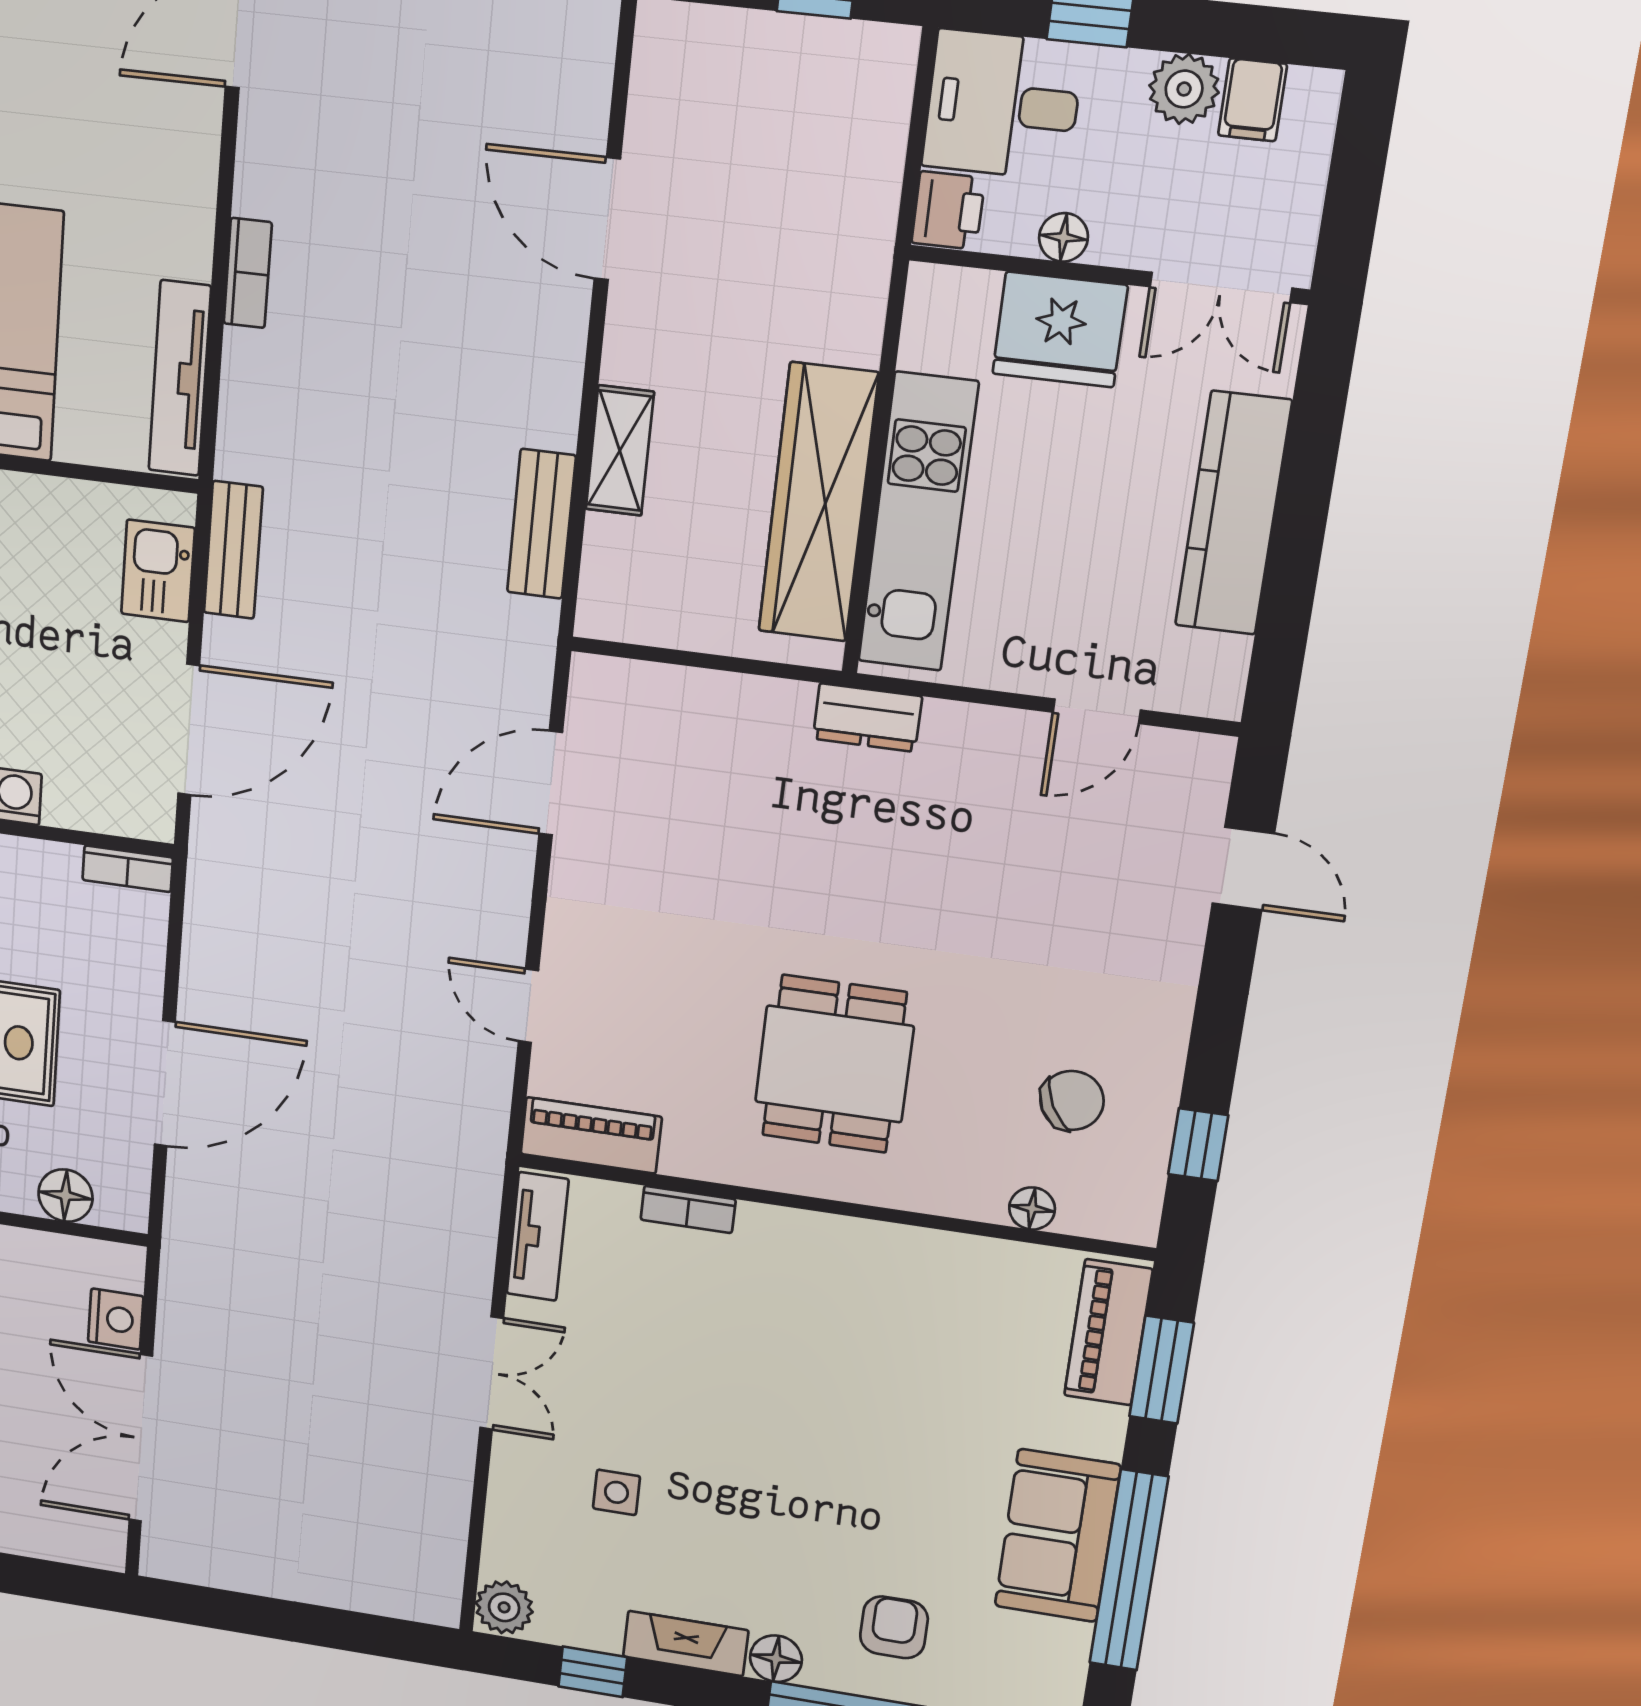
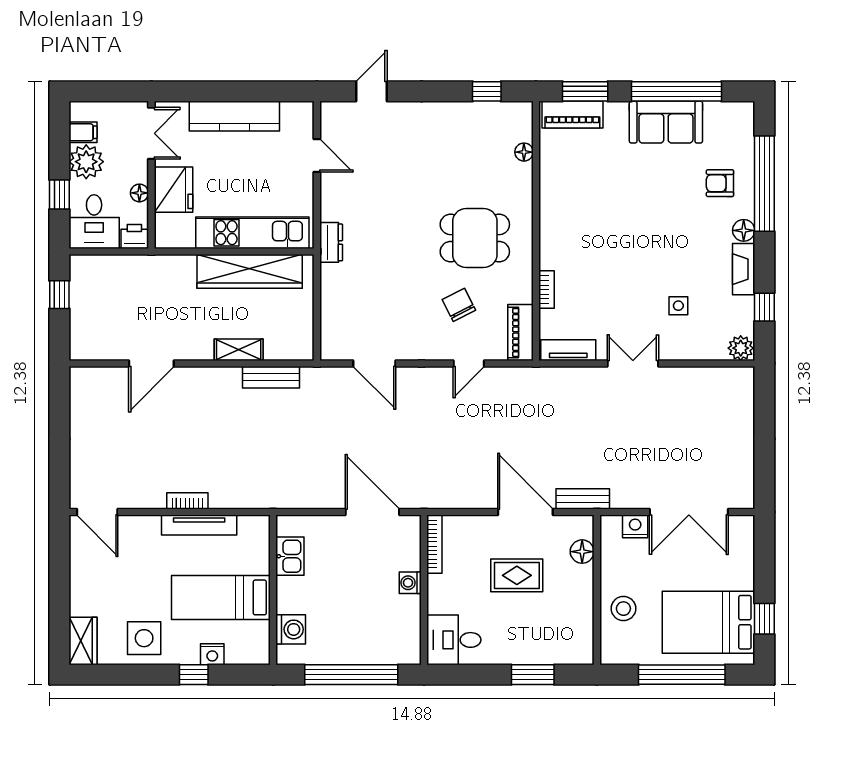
plant: (1184, 89) -> (86, 162), width x1.36, depth x1.36
tv unit: (180, 378) -> (199, 525), moved
bench: (233, 550) -> (583, 499), moved
kitchen sink: (158, 571) -> (290, 556), moved, turned -90
bookcase: (128, 869) -> (434, 544), width x1.56
chair: (1072, 1100) -> (459, 305), moved

